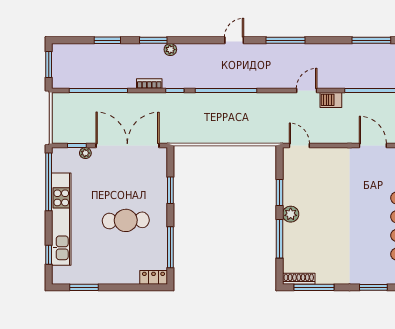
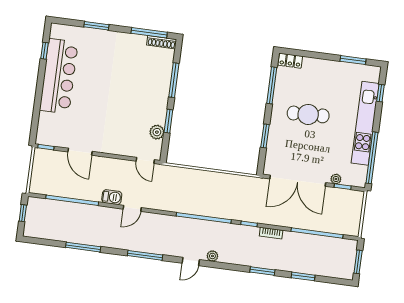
window: (371, 40) -> (83, 247), moved
plant: (170, 50) -> (212, 256), moved
plant: (291, 214) -> (157, 132), moved

